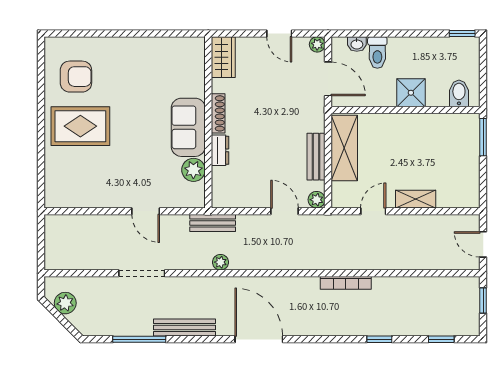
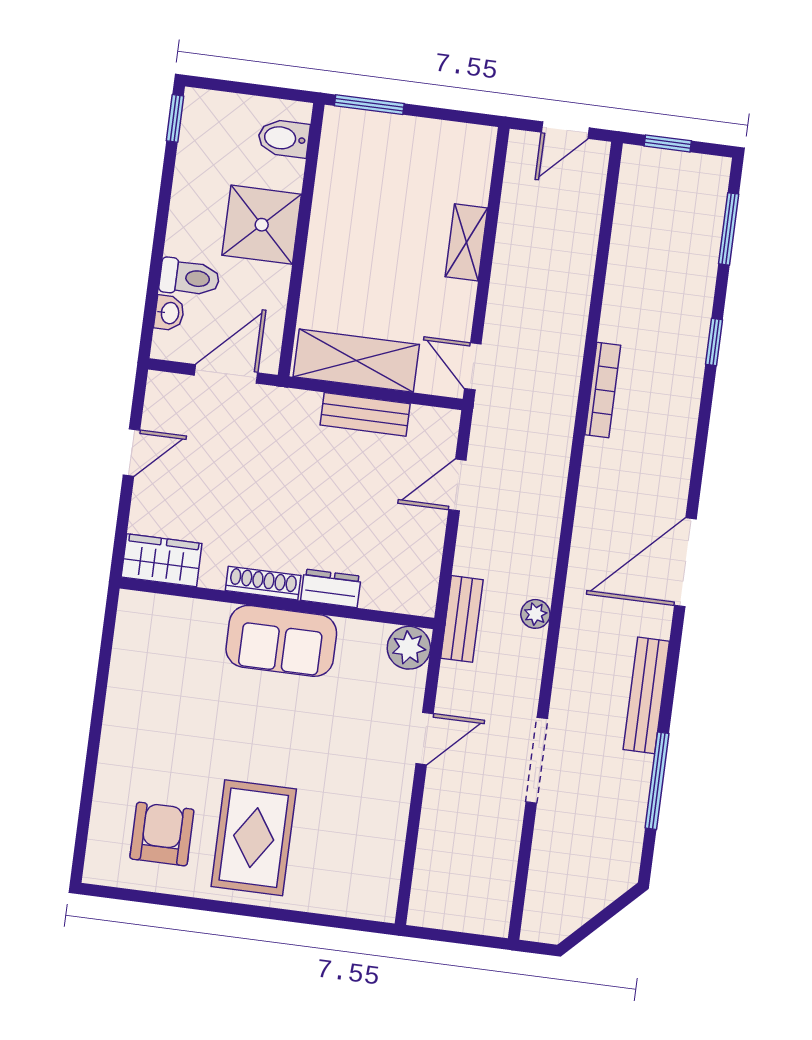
plant: (317, 44) -> (160, 386), removed
shower: (411, 93) -> (262, 225), width x1.36, depth x1.36
plant: (193, 170) -> (409, 648), moved
plant: (317, 200) -> (444, 424), removed
door: (373, 211) -> (473, 366), moved
plant: (65, 303) -> (573, 907), removed
window: (441, 339) -> (729, 229), width x1.50

